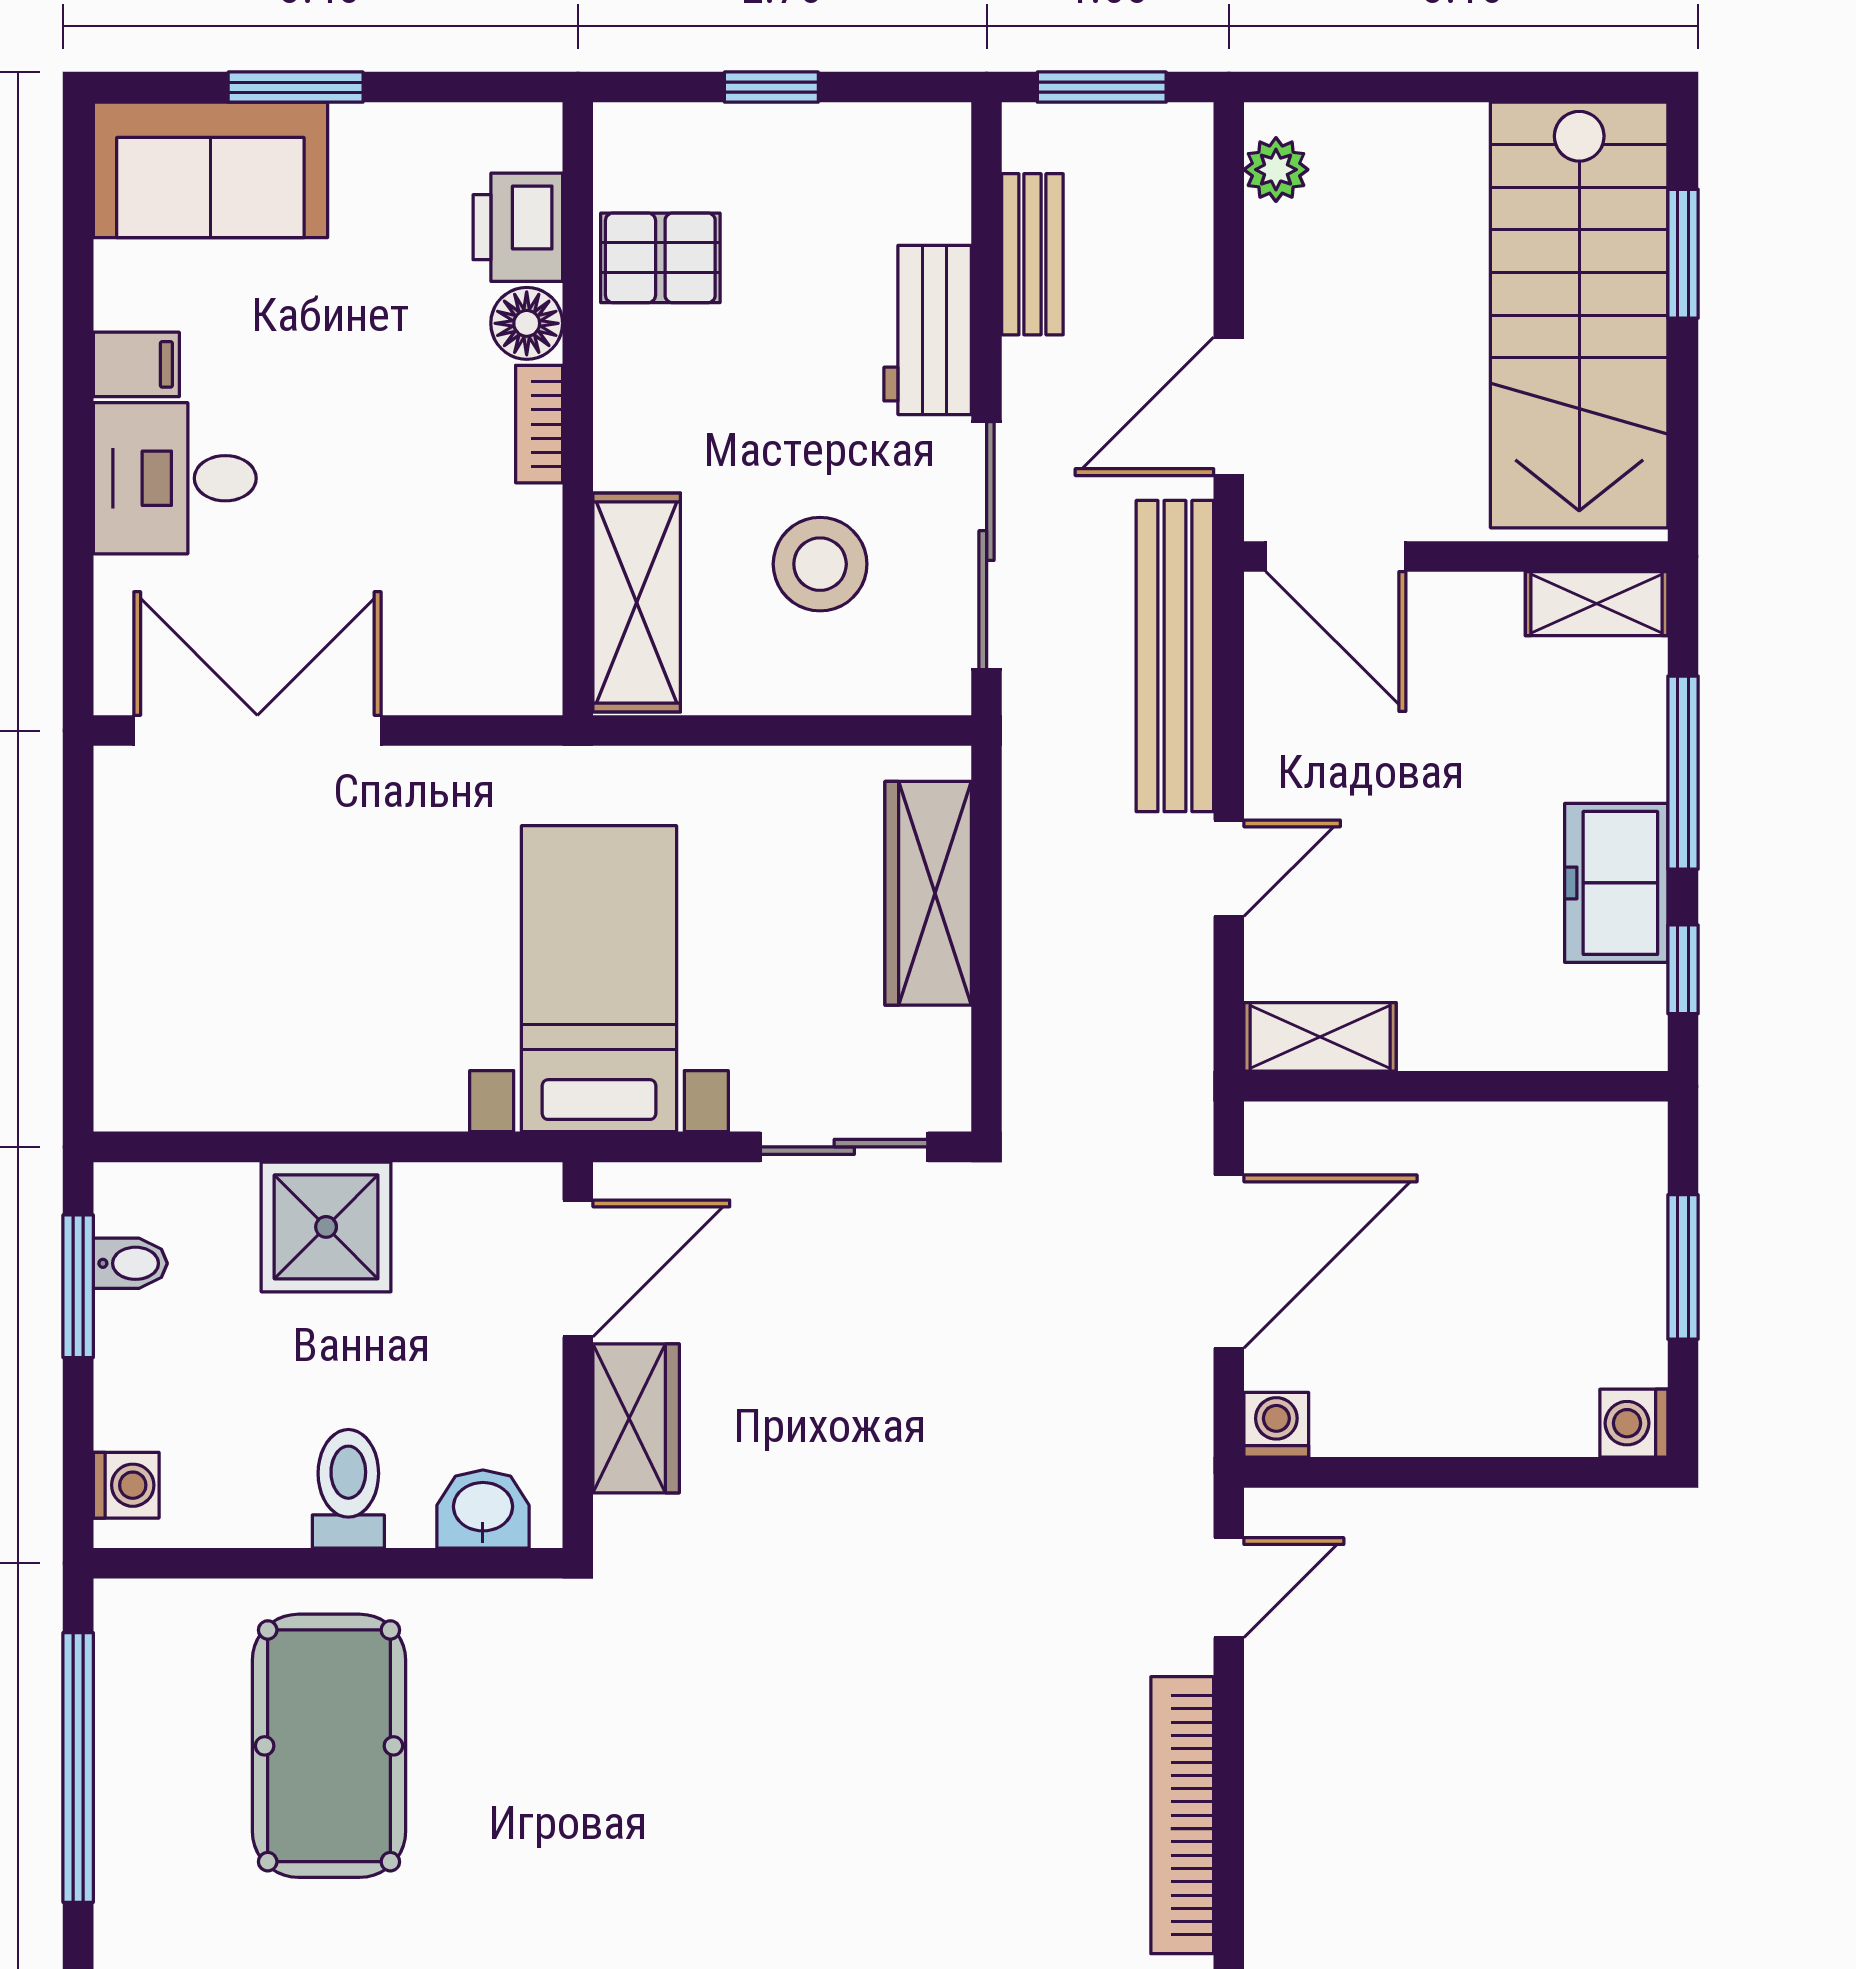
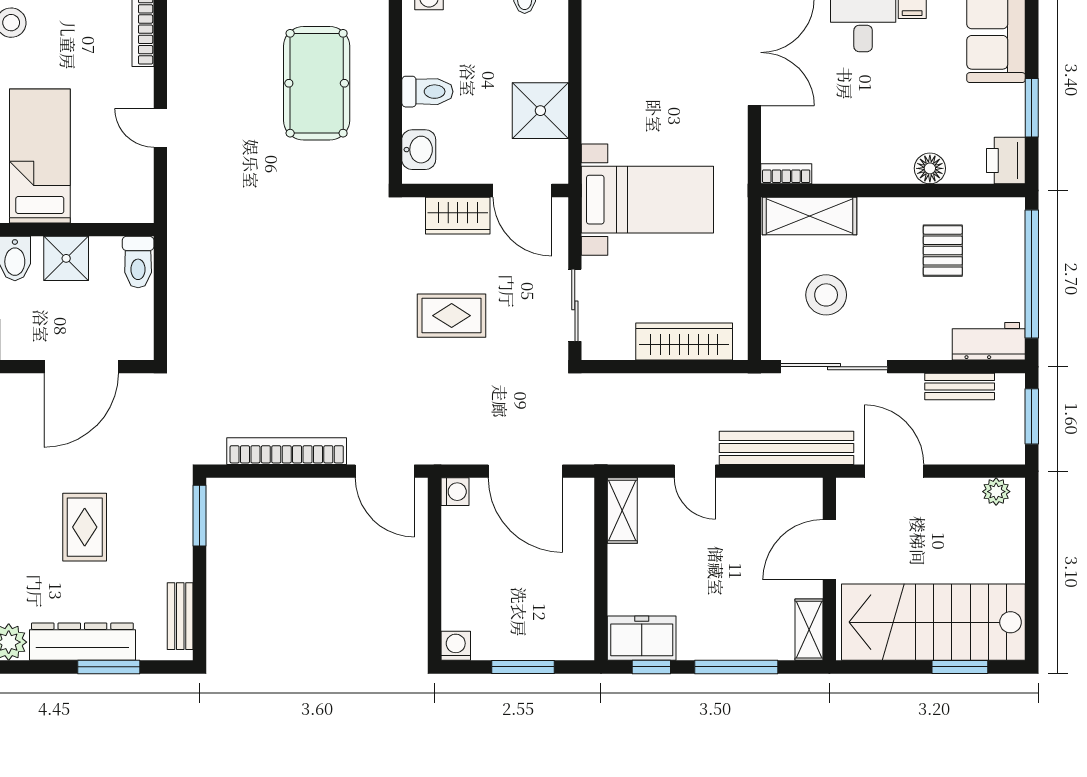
window: (296, 87) -> (1032, 108), moved
window: (771, 87) -> (1032, 274), width x3.17
printer: (518, 227) -> (1006, 161), moved, turned -90
pallet: (660, 258) -> (943, 251), moved
workbench: (928, 330) -> (989, 341), moved
bookcase: (539, 424) -> (786, 174), moved
door: (1336, 556) -> (829, 550), moved
freezer: (1616, 883) -> (642, 638), moved
shower: (326, 1227) -> (540, 111), moved
rug: (868, 1433) -> (452, 316), added
door: (1229, 1588) -> (385, 471), width x1.38
pool table: (329, 1746) -> (317, 83), turned 90

